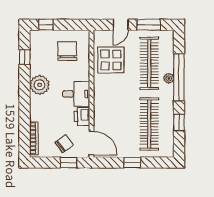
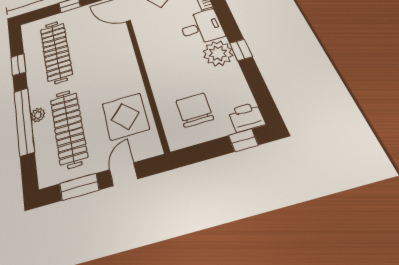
chair: (67, 51) -> (195, 110), turned 180
window: (25, 57) -> (241, 50), moved
desk: (76, 94) -> (201, 27), moved, turned 180
printer: (82, 117) -> (246, 117), moved, turned -90

